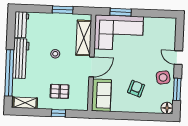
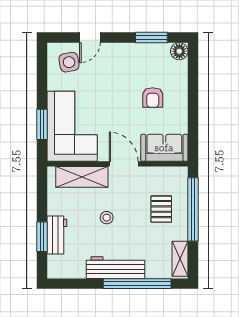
window: (63, 10) -> (42, 237), moved
workbench: (21, 25) -> (57, 235), moved, turned 90
door: (178, 58) -> (90, 37), moved
side table: (163, 77) -> (69, 62), moved
armchair: (136, 89) -> (153, 98), turned -109
window: (58, 113) -> (193, 209), width x3.17

